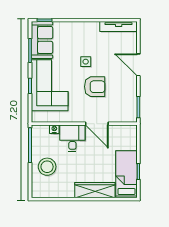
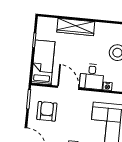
armchair: (95, 87) -> (47, 111), moved, turned 90
bed: (126, 174) -> (43, 62), moved, turned 180

